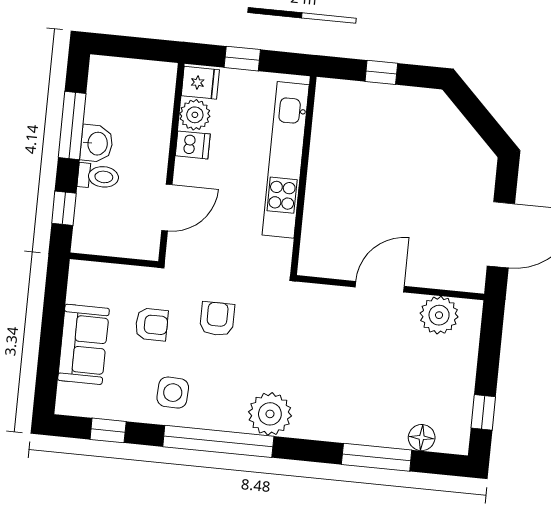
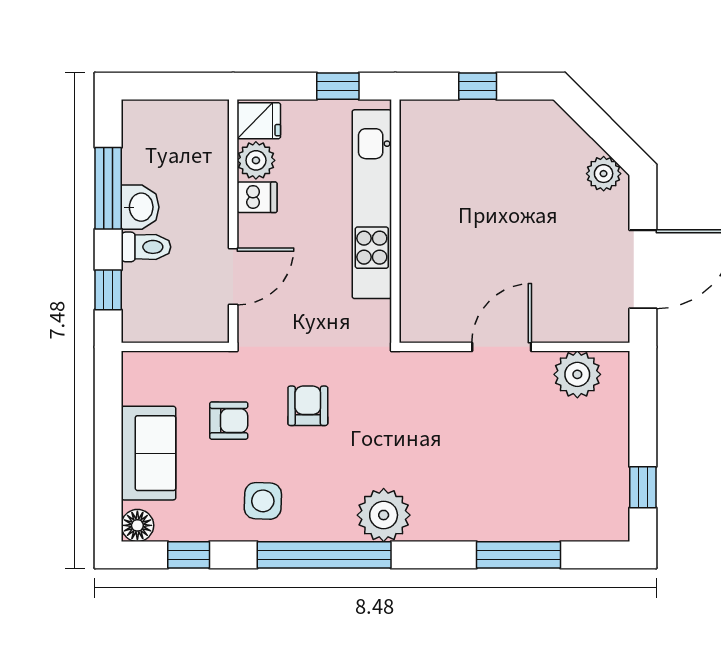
window: (242, 59) -> (338, 86), moved
plant: (477, 154) -> (604, 174), added
floor lamp: (422, 438) -> (137, 525), moved

